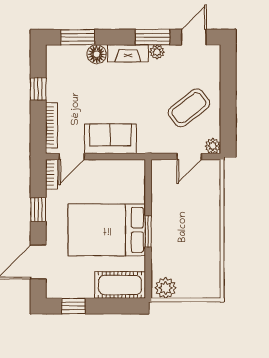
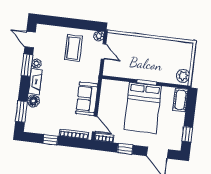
coffee table: (189, 108) -> (73, 48), turned 38
cot: (120, 285) -> (180, 100), width x0.73, depth x0.75

